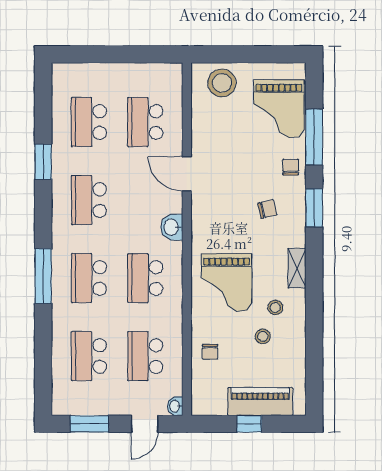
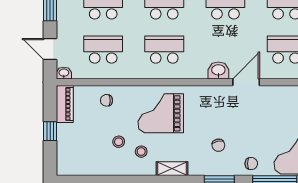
washbasin: (172, 227) -> (218, 70), moved
piano: (260, 402) -> (65, 104), moved, width x0.73, depth x0.75

